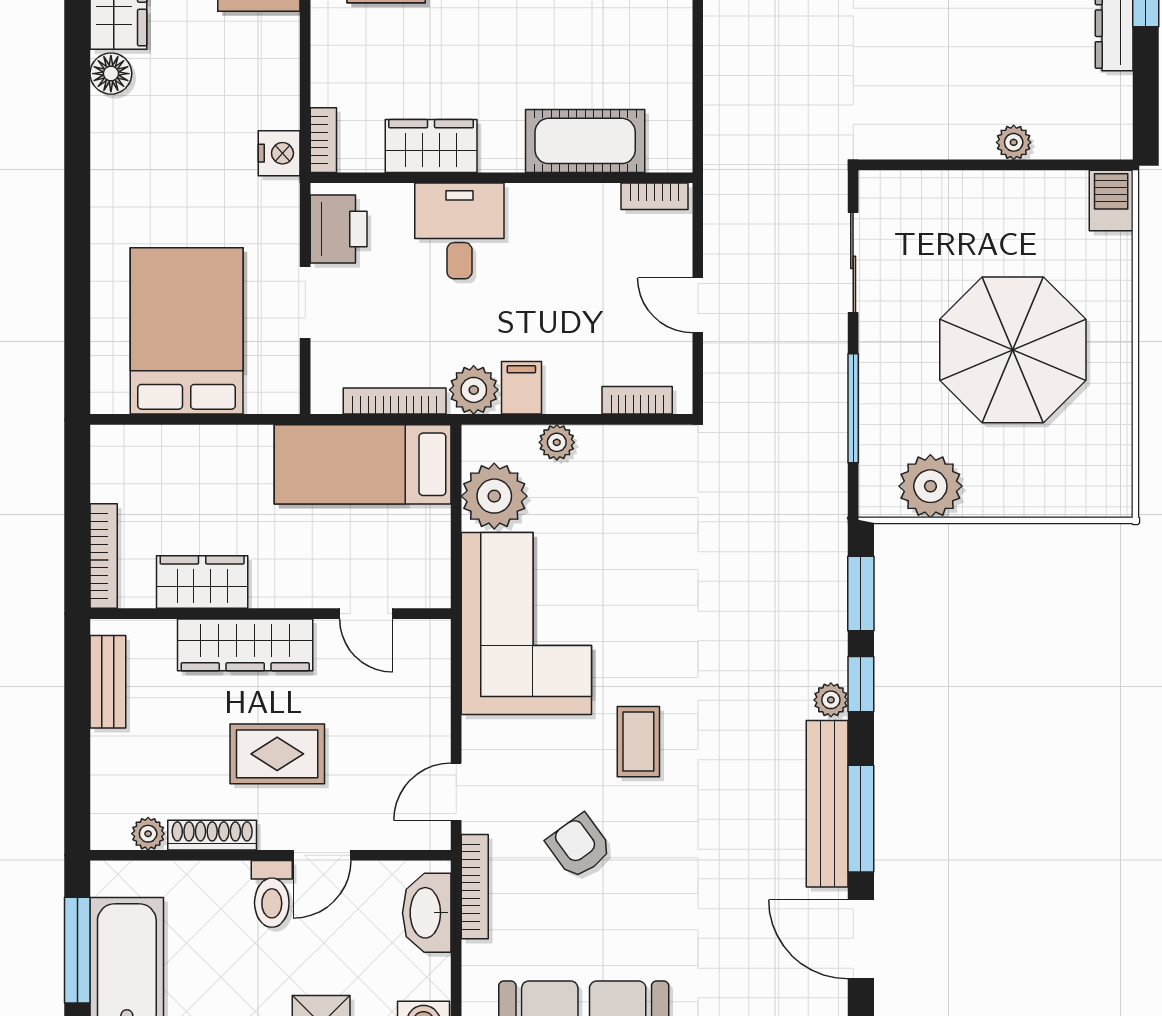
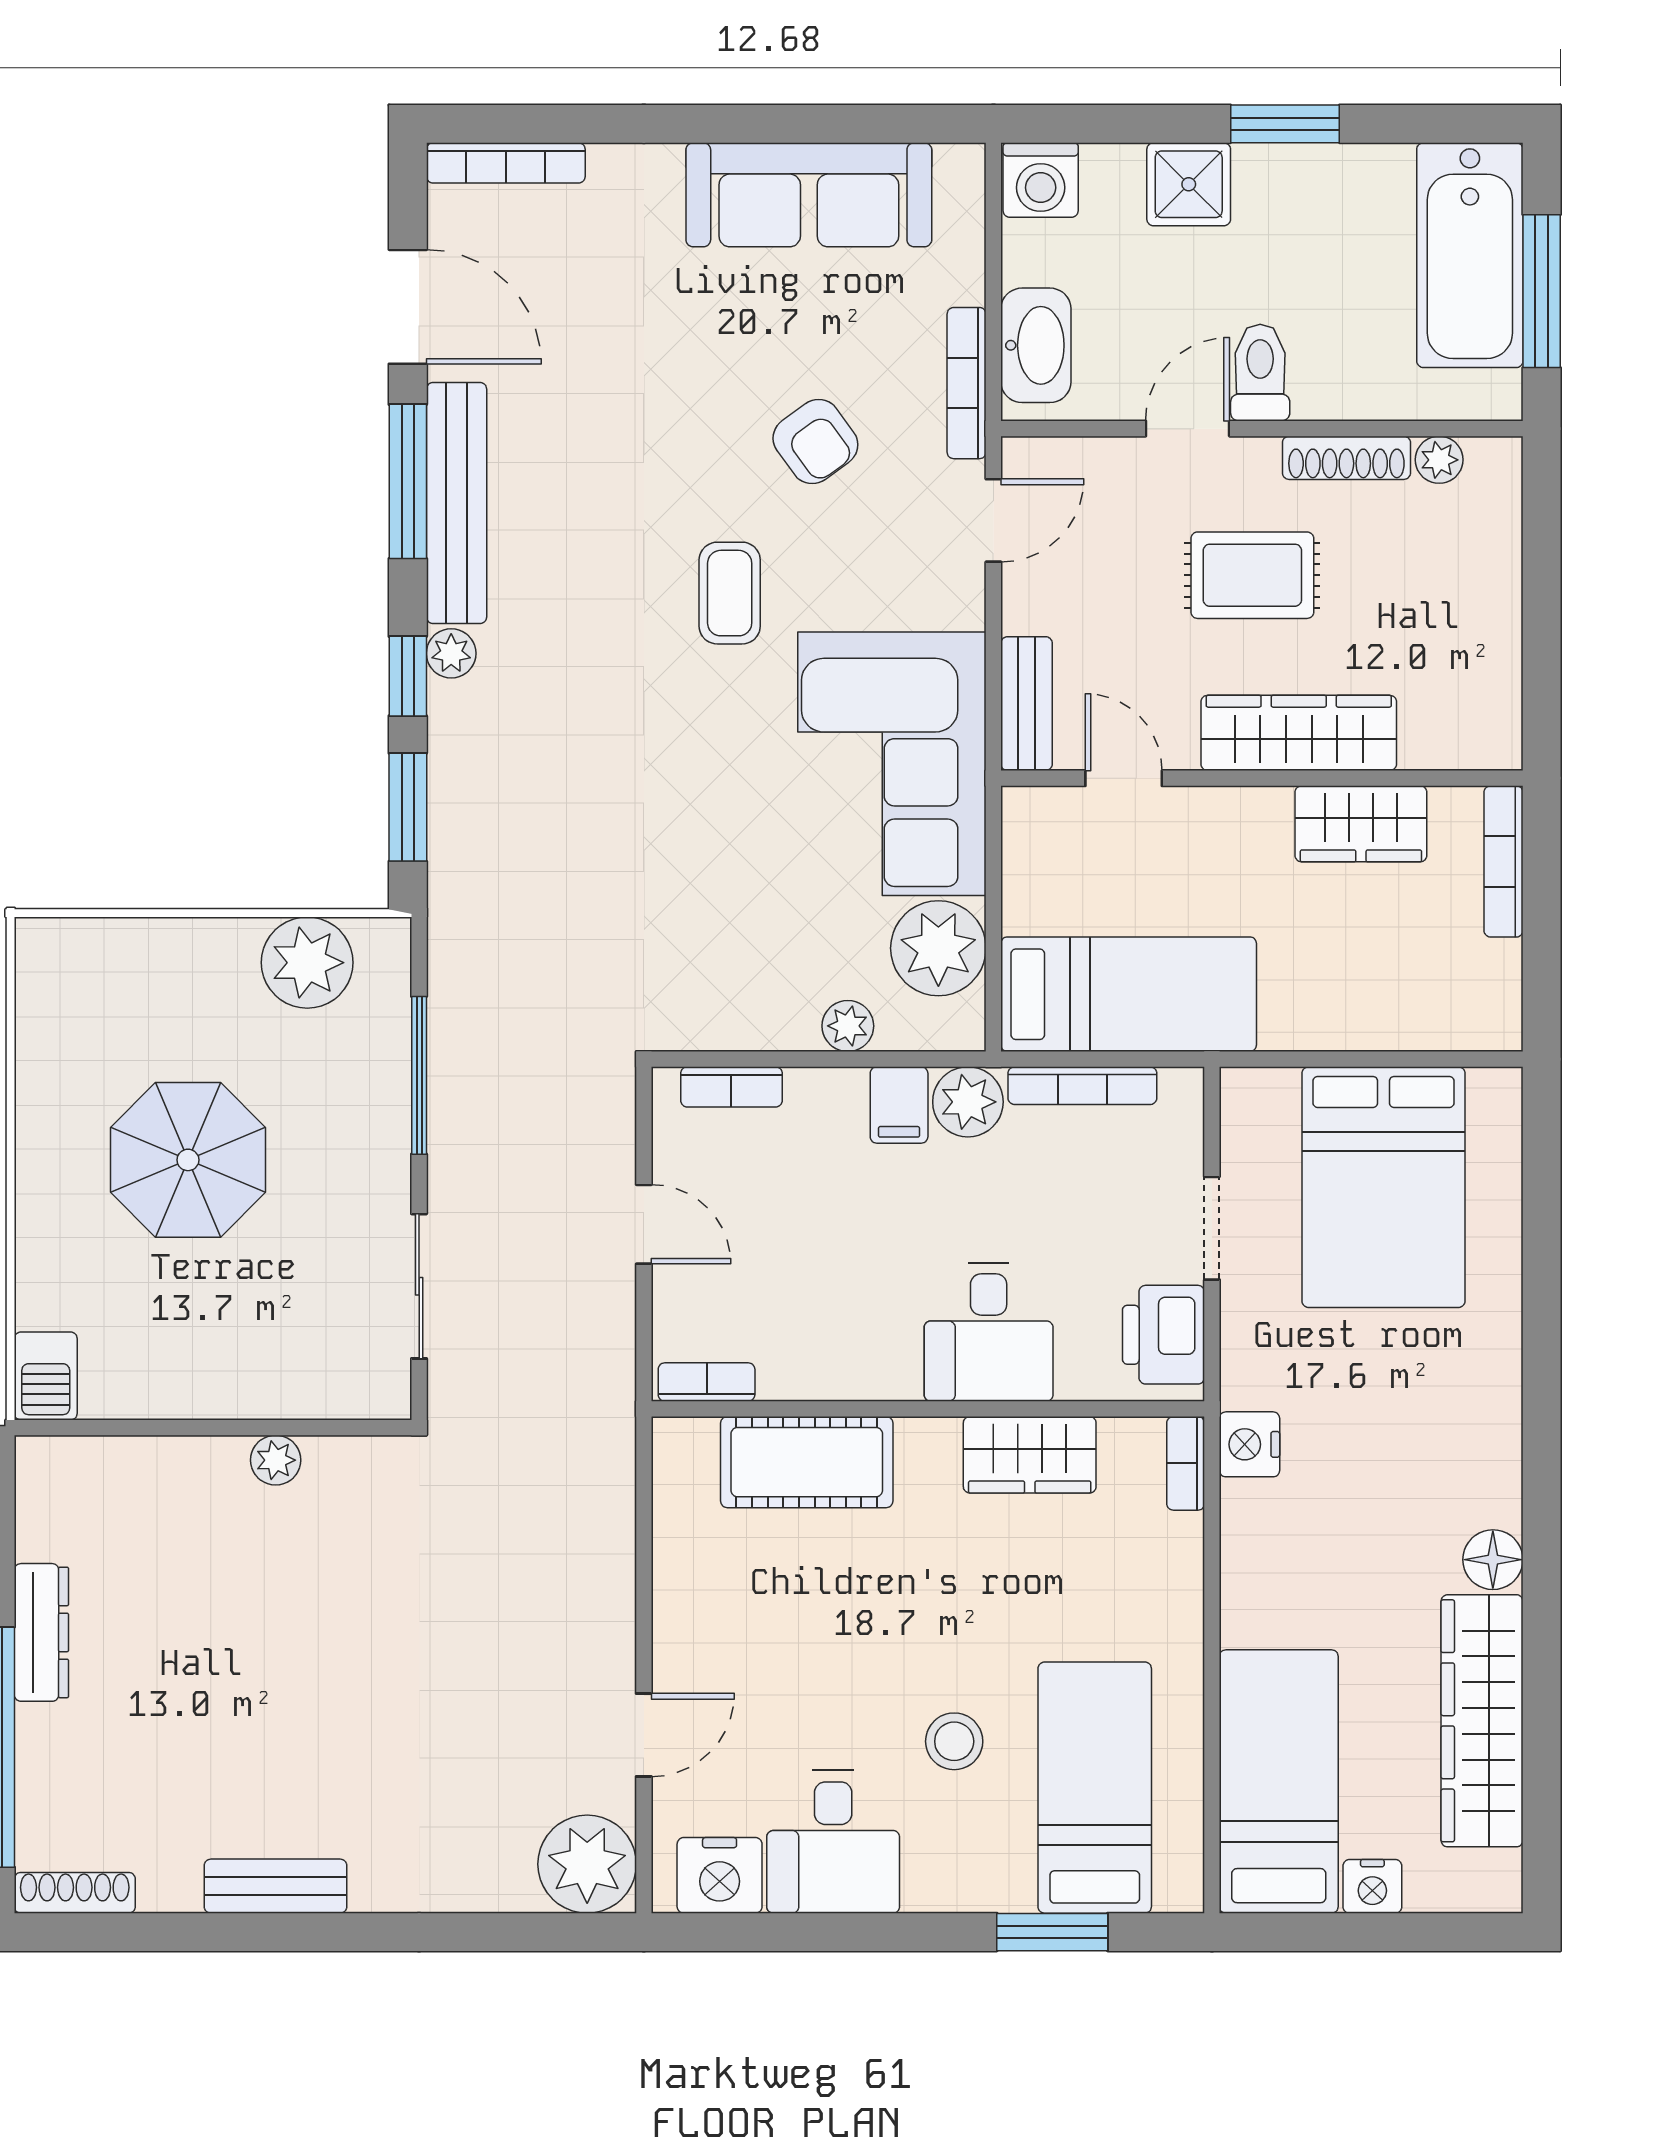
plant: (1014, 142) -> (276, 1460), moved
parasol: (1013, 350) -> (188, 1160), width x0.73, depth x0.73
bench: (108, 682) -> (1027, 704), moved

